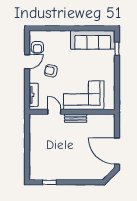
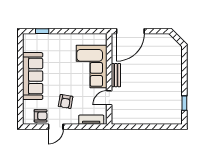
sofa: (93, 40) -> (33, 76), moved
door: (27, 62) -> (56, 127), swing flipped
door: (117, 151) -> (130, 31), moved

